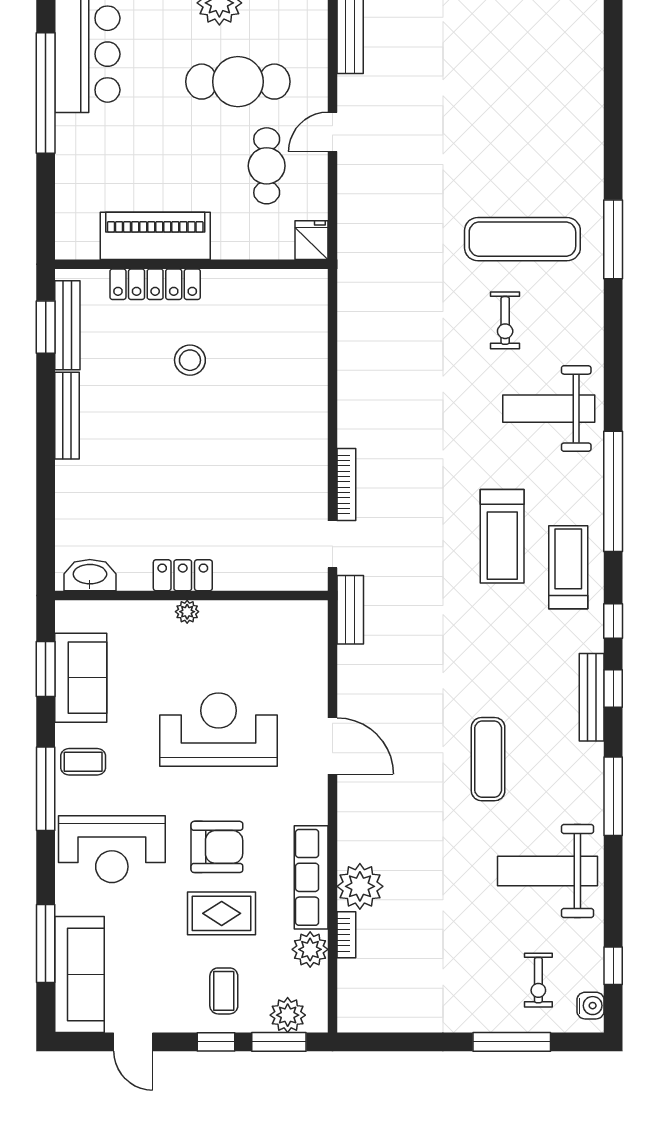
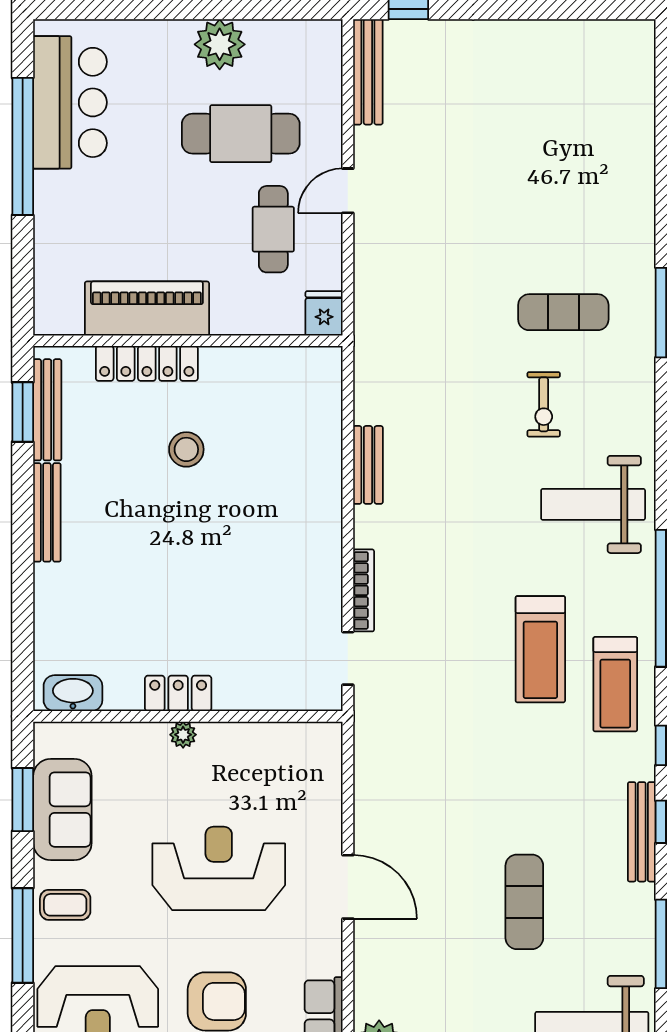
exercise mat: (522, 239) -> (563, 312), width x0.73, depth x0.69
treadmill: (568, 567) -> (615, 684), turned 180
bench: (350, 610) -> (368, 465), moved

